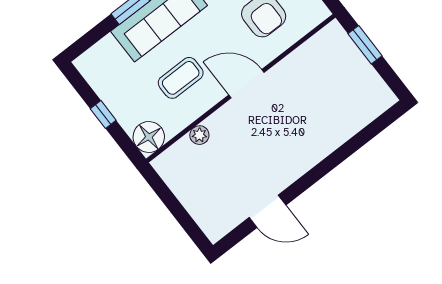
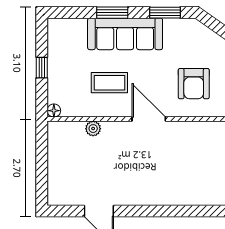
floor lamp: (149, 137) -> (54, 111), width x0.53, depth x0.53

